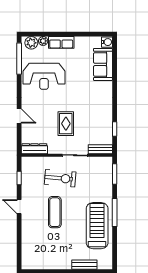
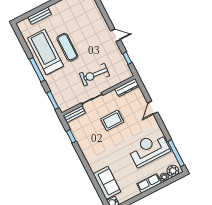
door: (19, 116) -> (153, 108), hinge flipped
rug: (66, 124) -> (112, 120), turned 90
exercise mat: (55, 212) -> (67, 47), moved
treadmill: (97, 226) -> (45, 52), turned 180

